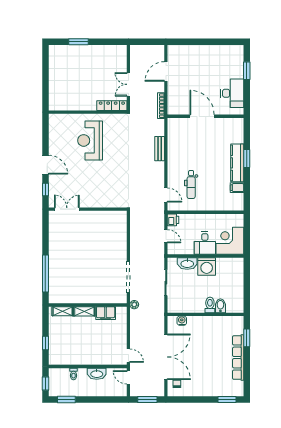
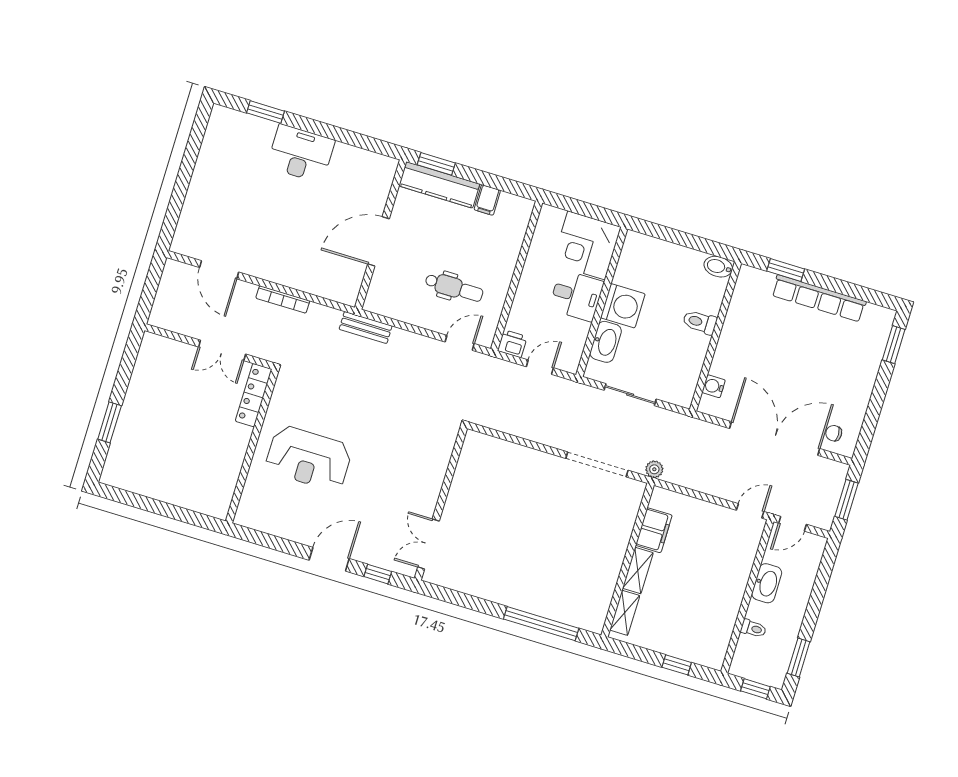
door: (202, 116) -> (379, 241), moved
wall: (206, 116) -> (381, 235), moved
bidet: (220, 306) -> (718, 267), moved

